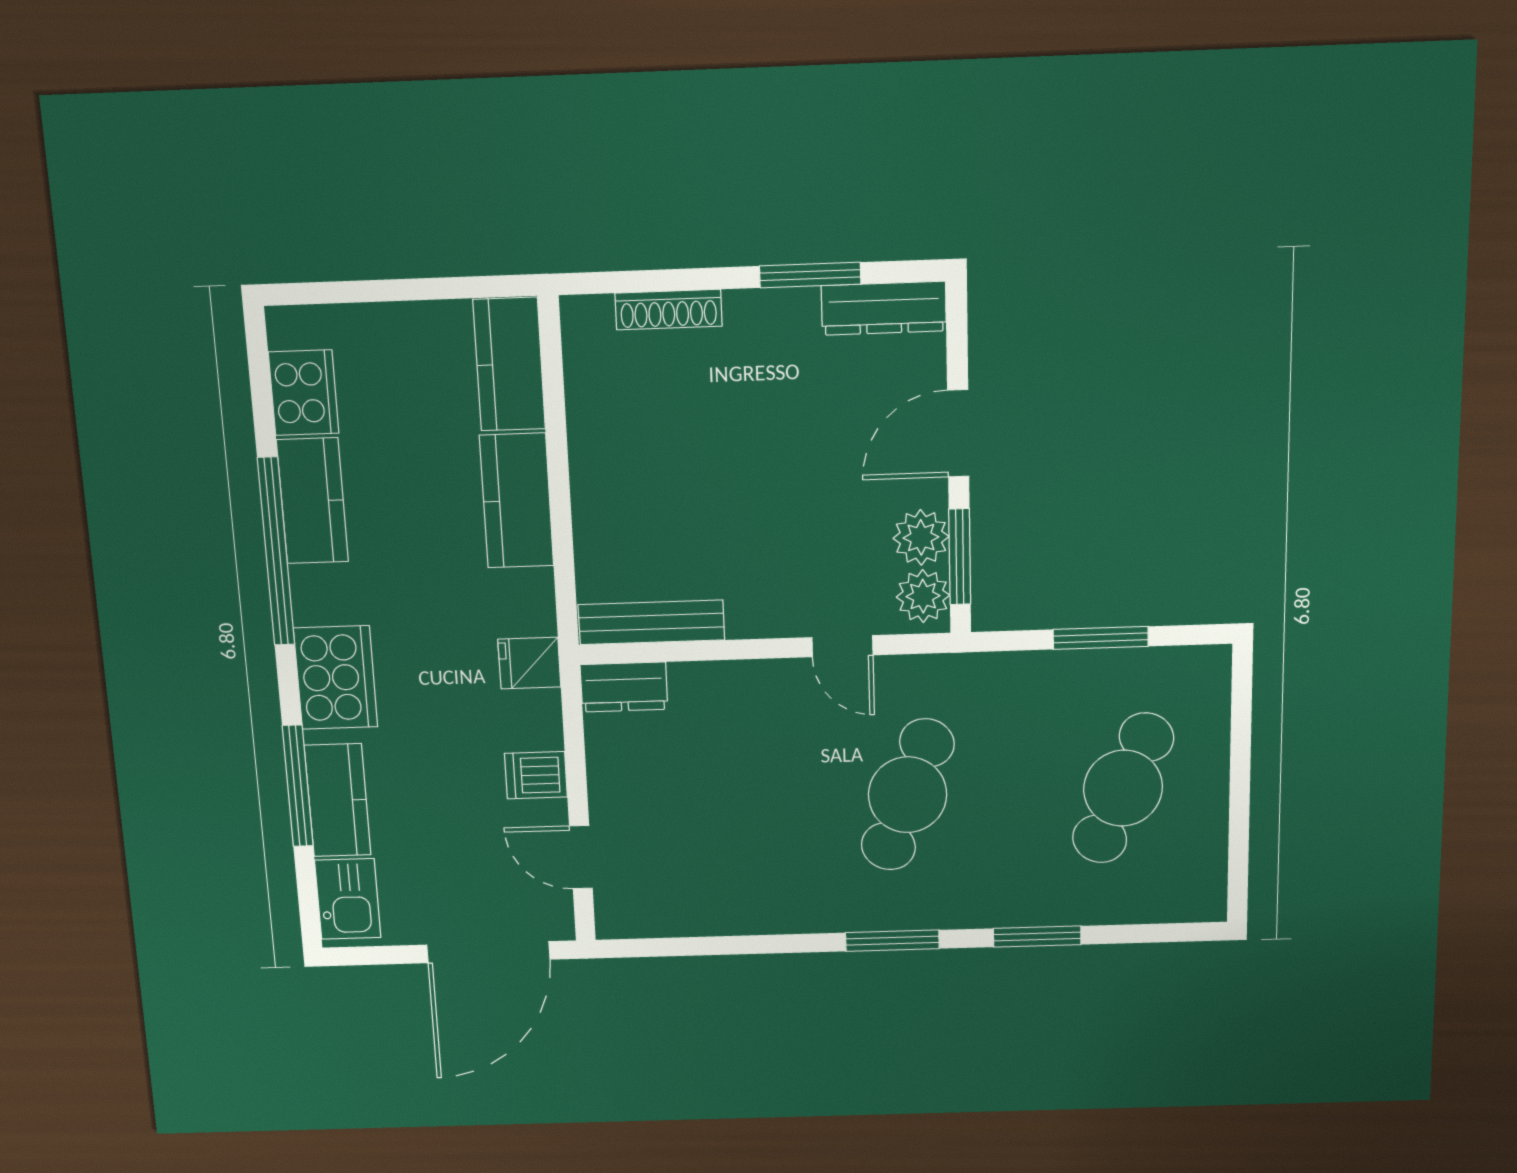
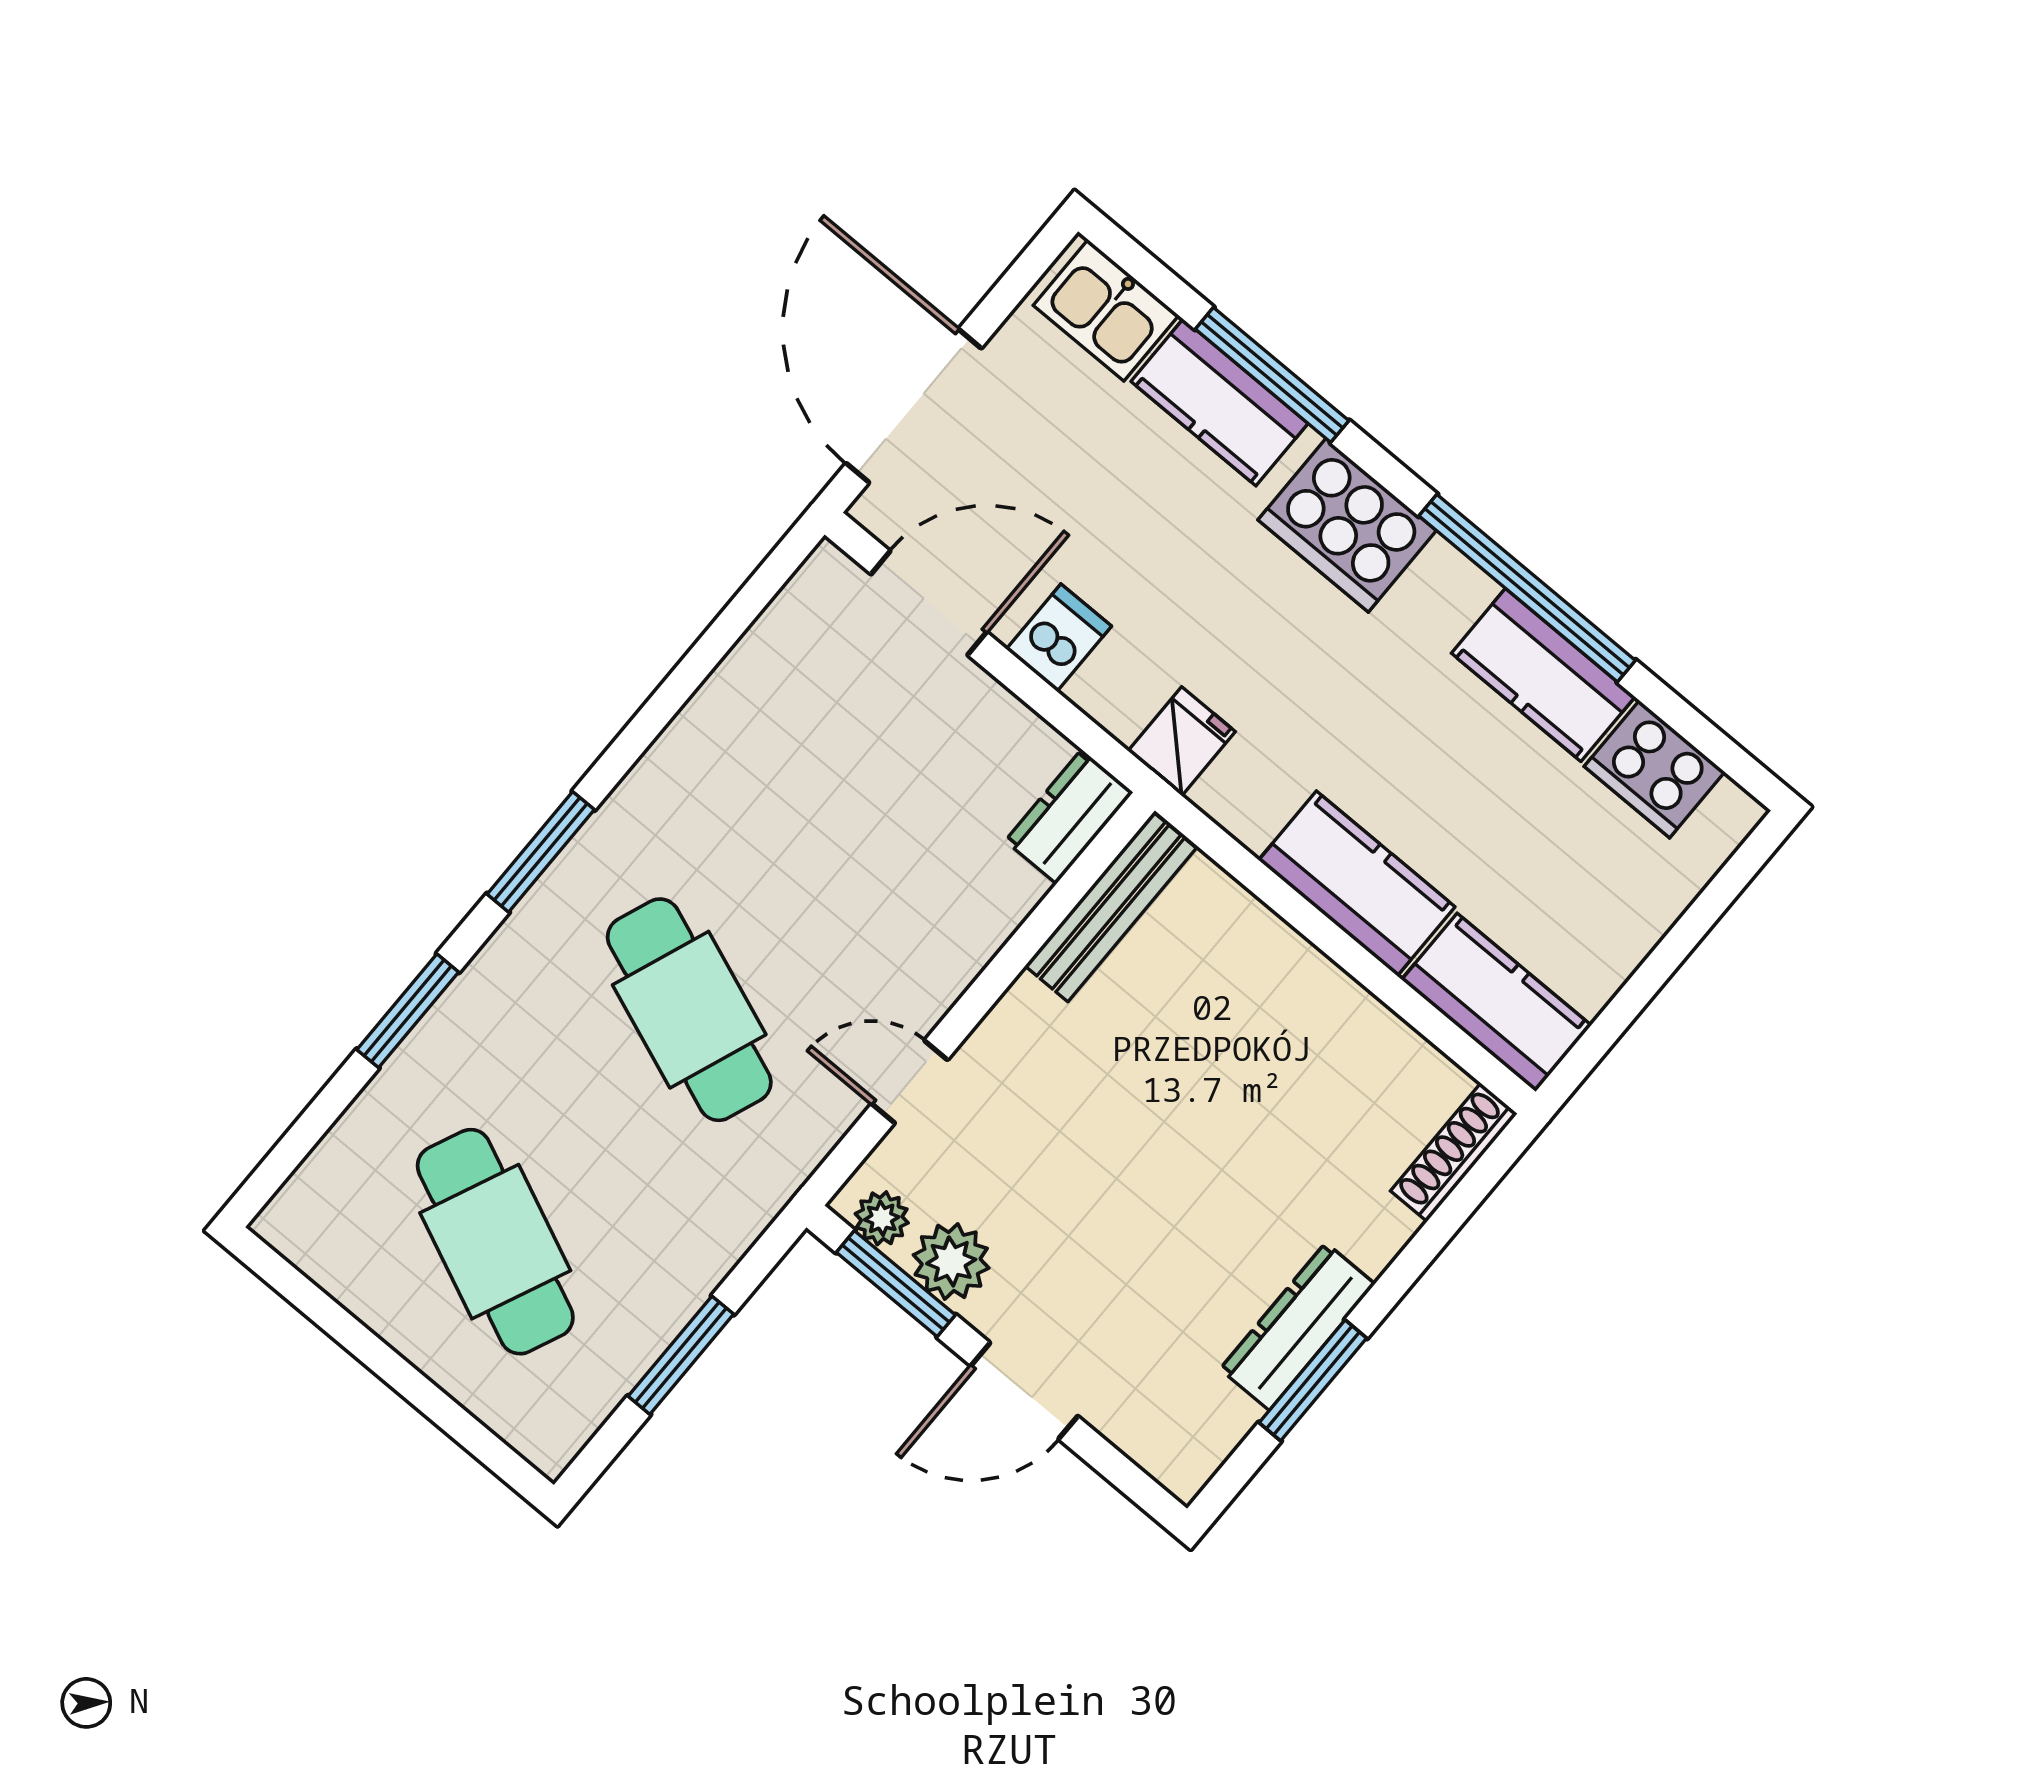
dresser: (884, 308) -> (1297, 1326), moved
shoe rack: (669, 310) -> (1454, 1152), moved
door: (958, 433) -> (1024, 1391), swing flipped
plant: (923, 596) -> (882, 1218), width x0.73, depth x0.73
door: (581, 857) -> (929, 603), width x1.38

